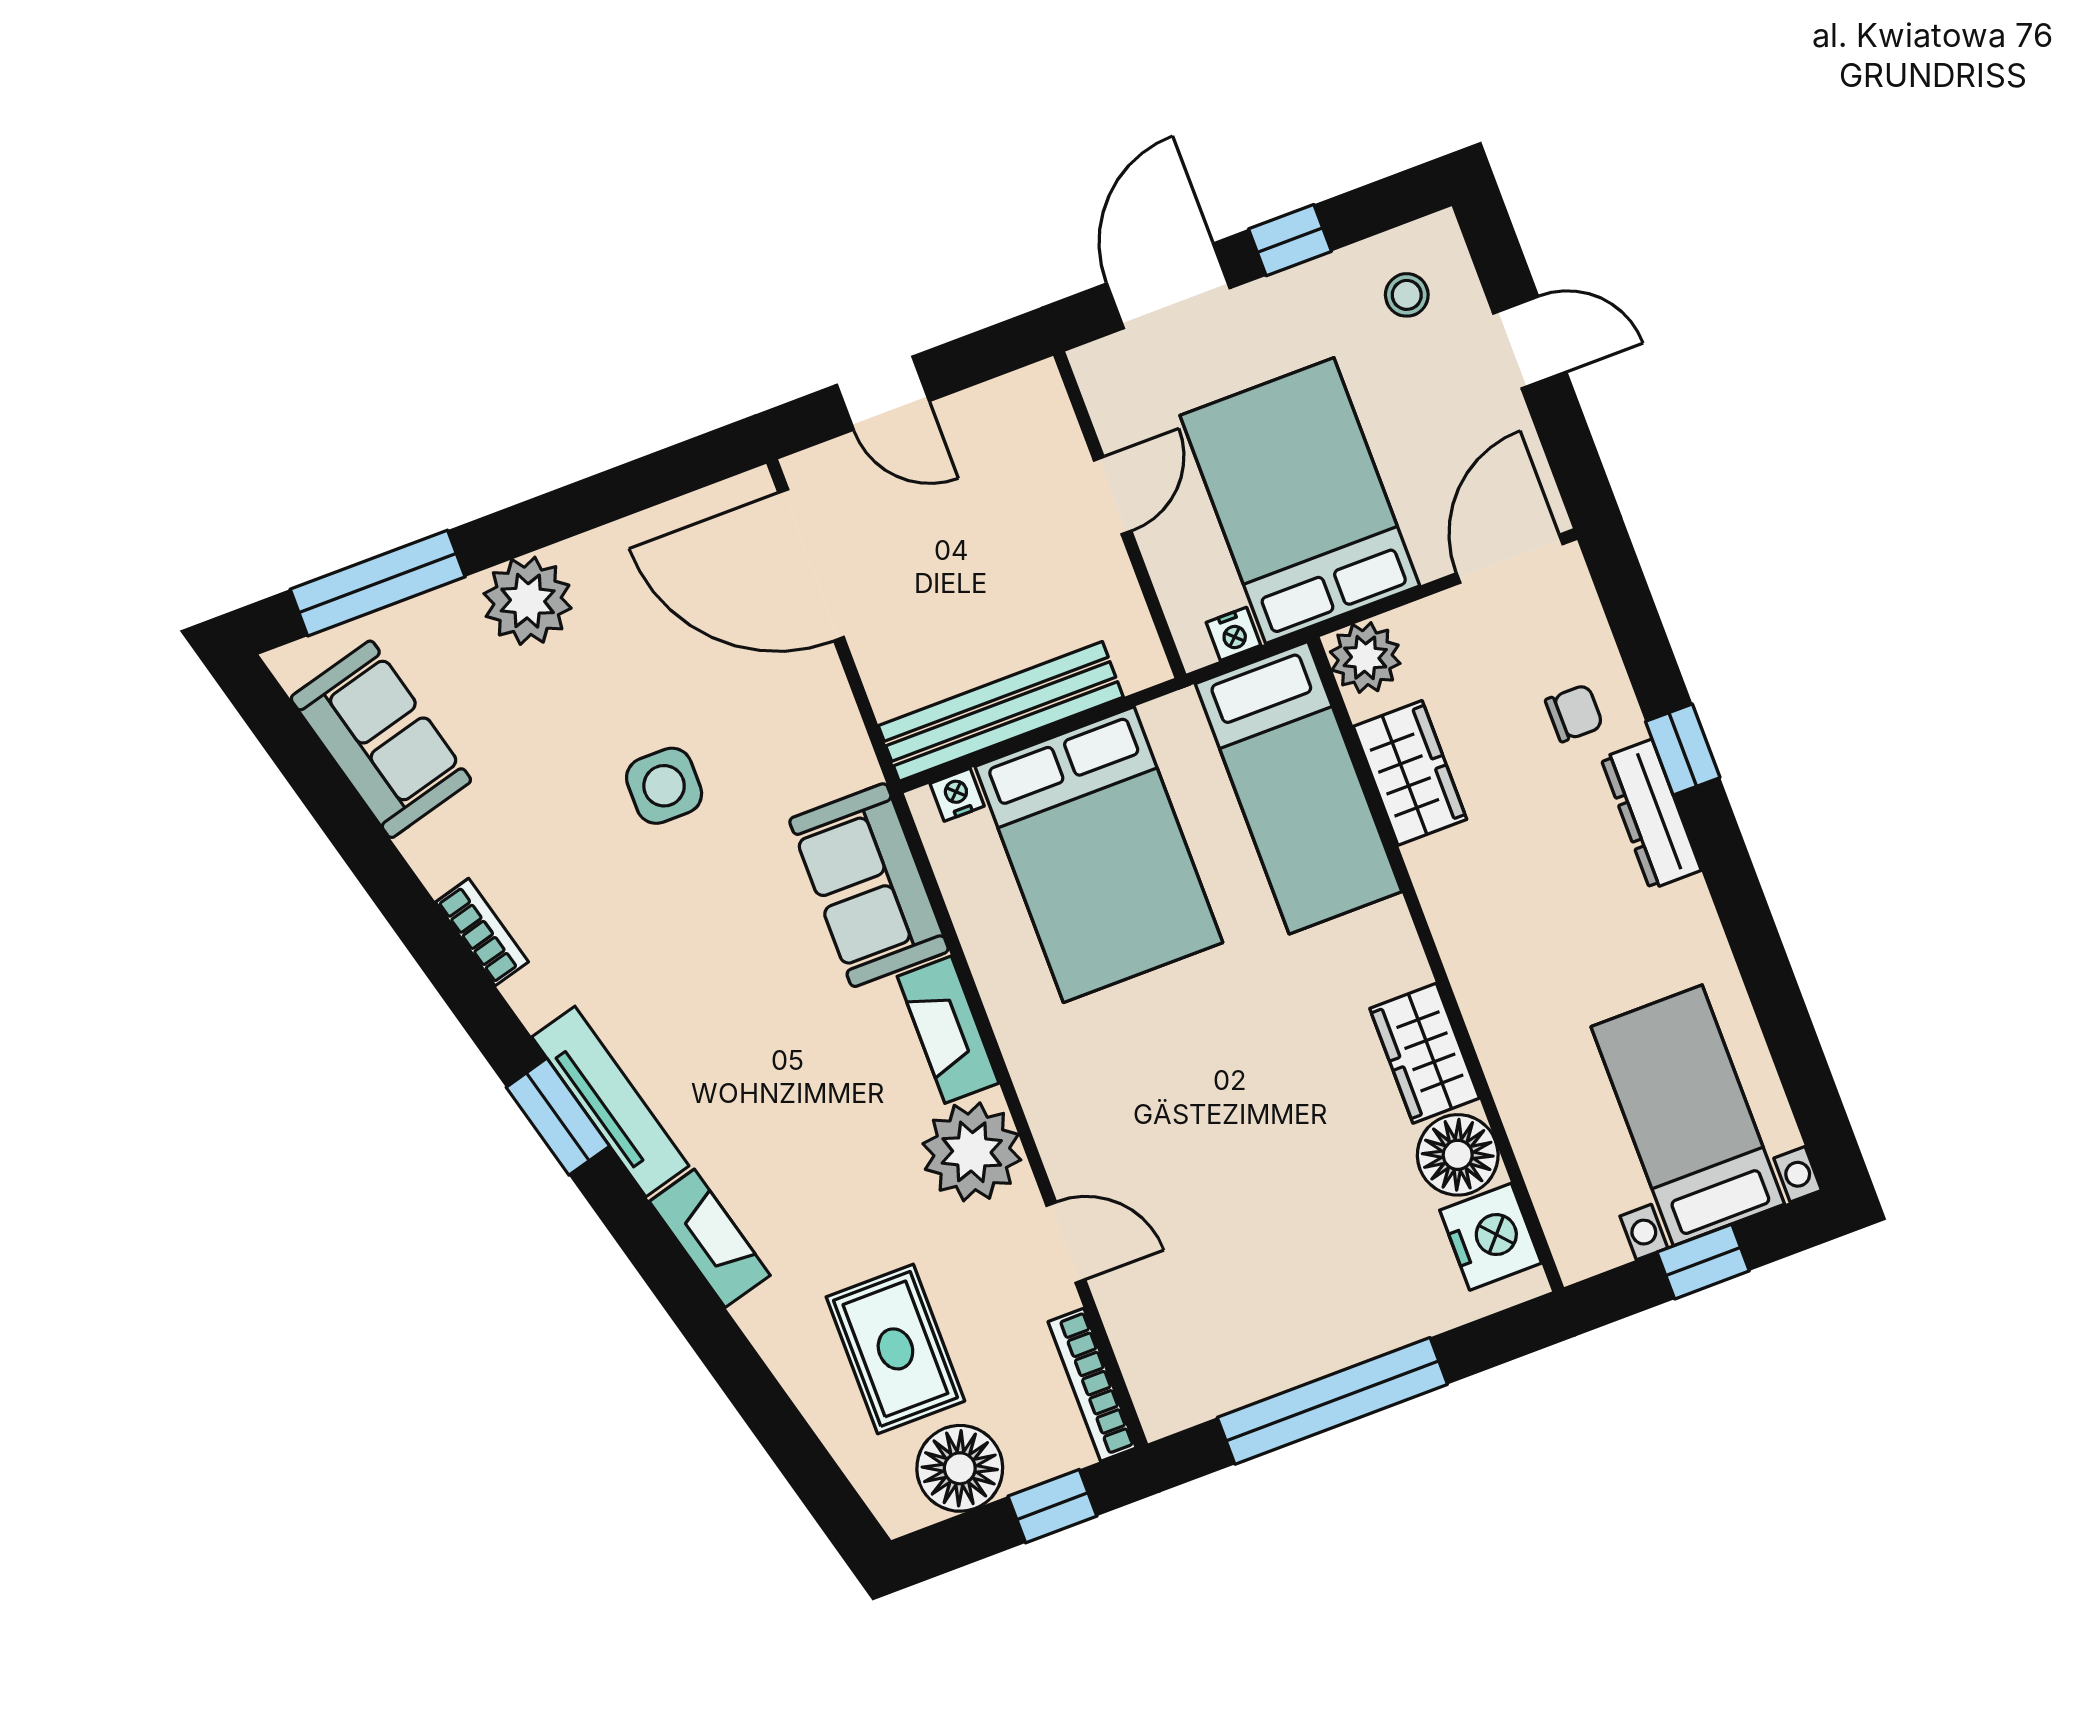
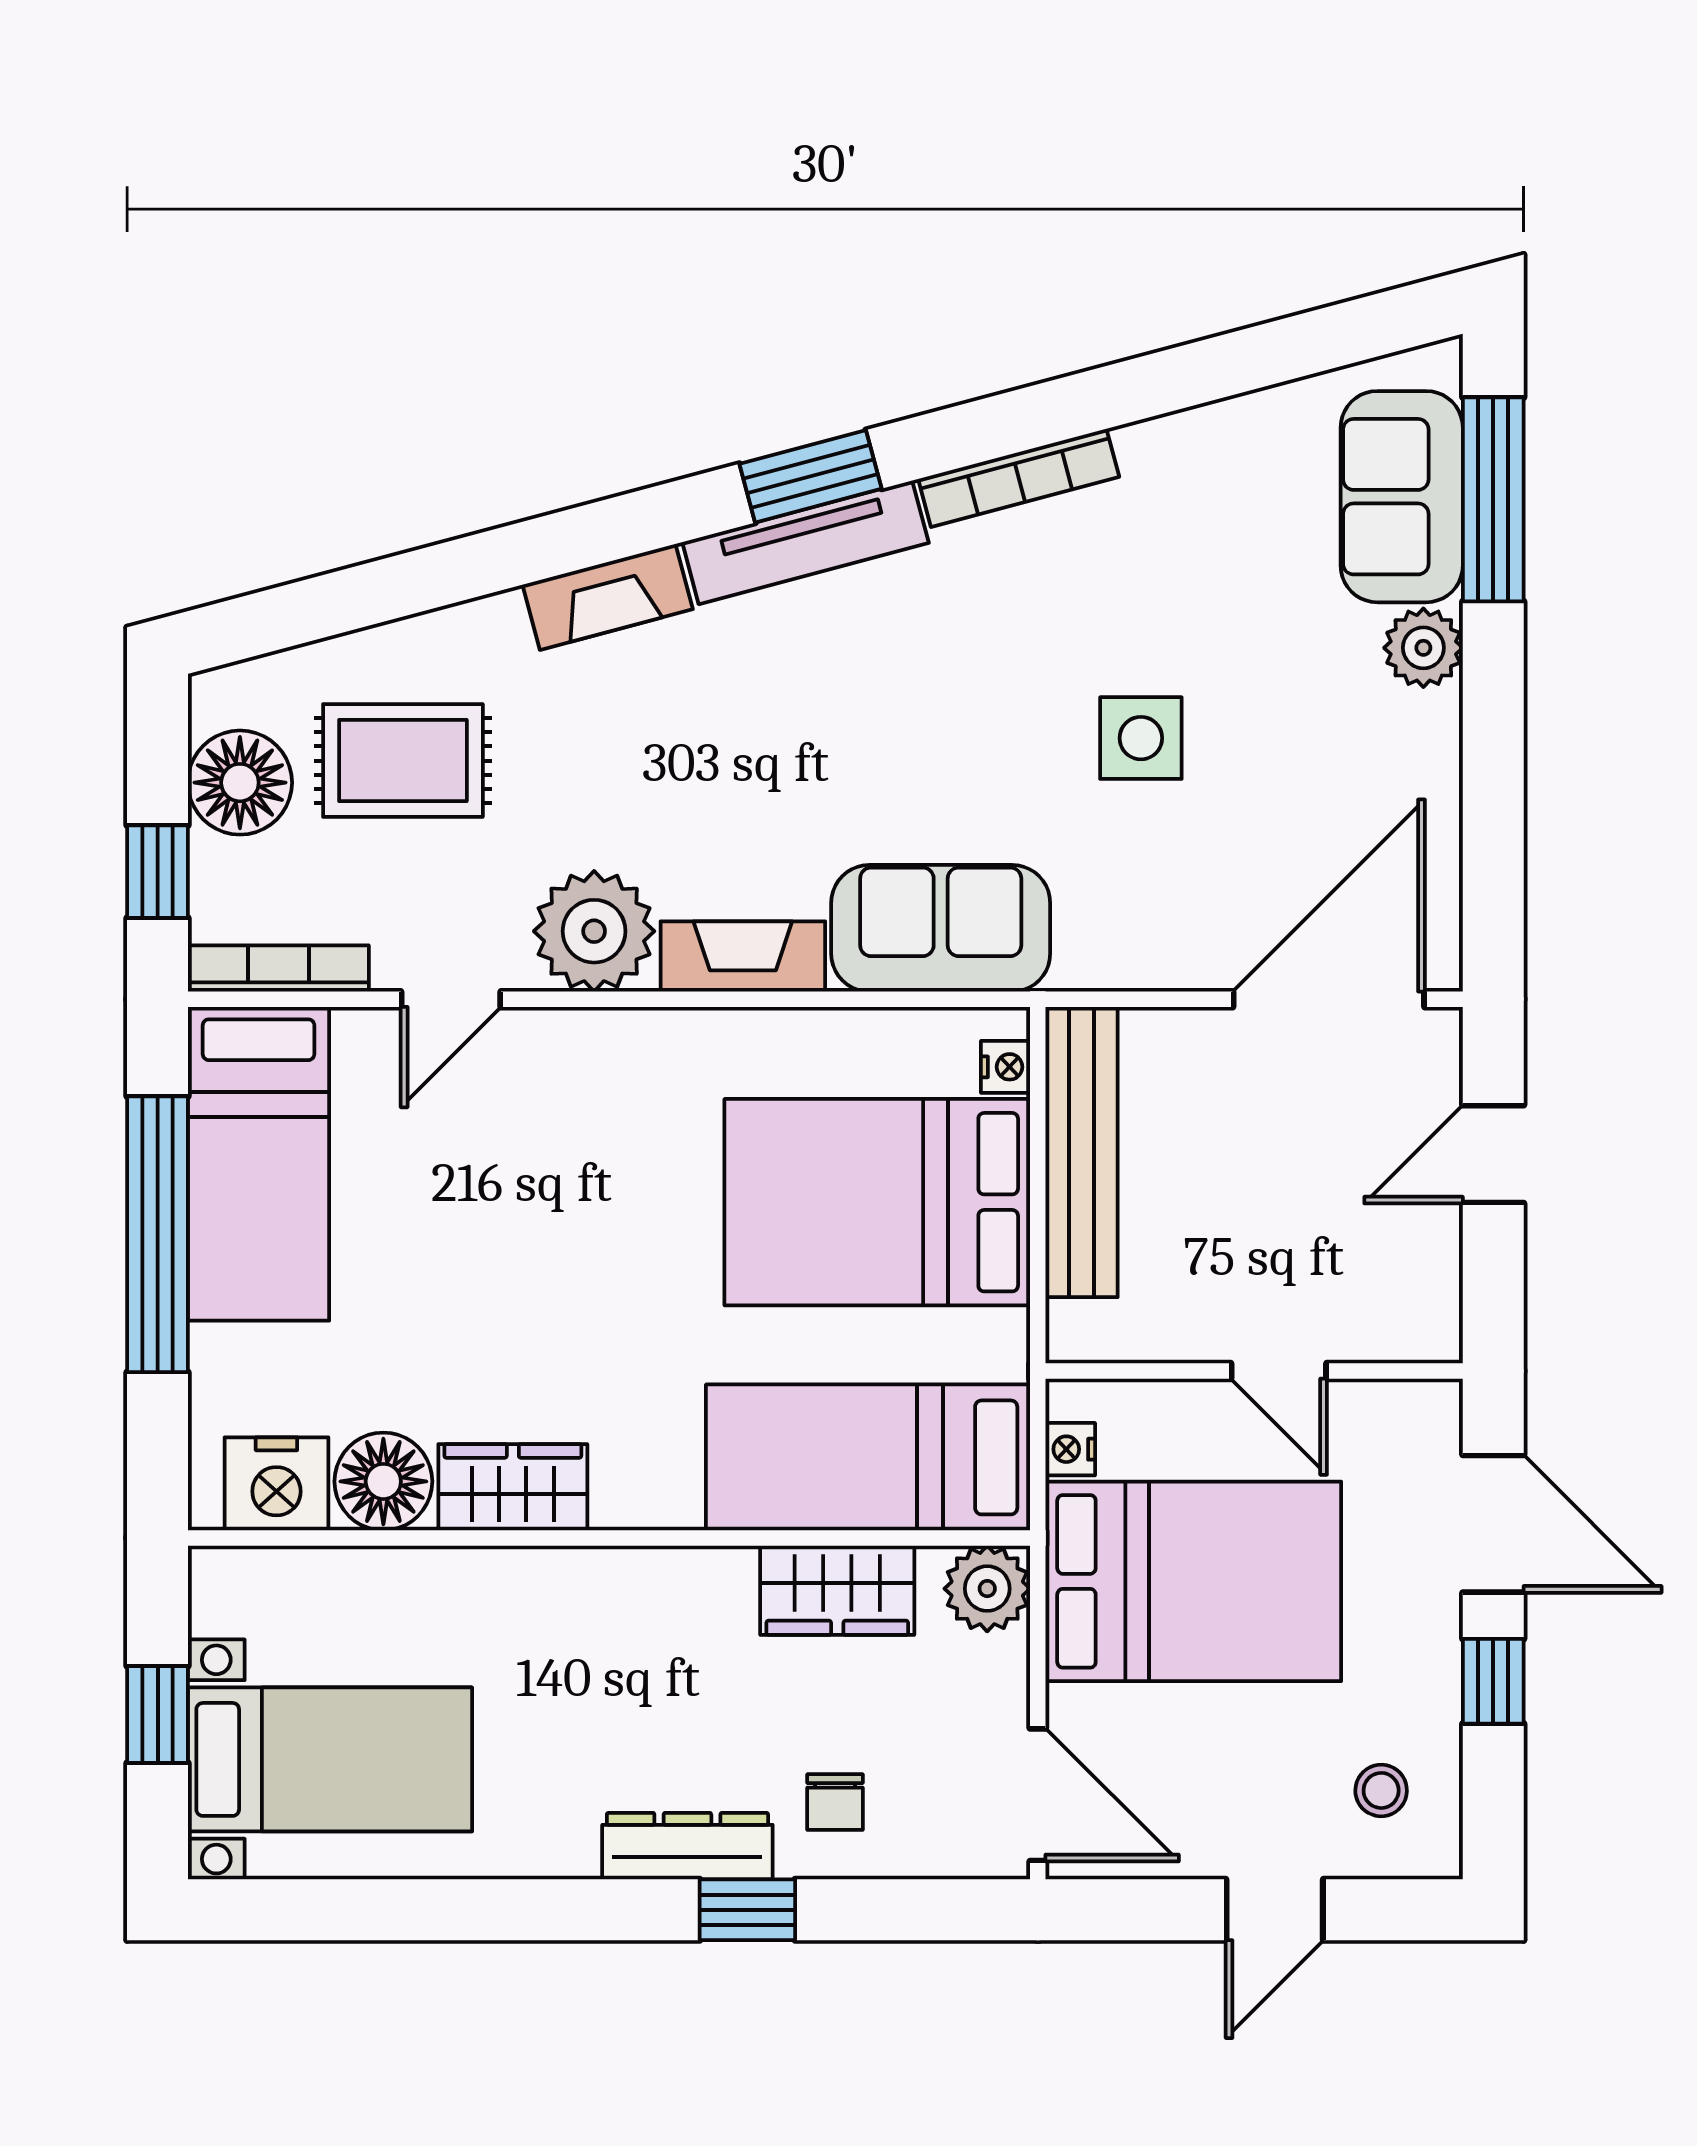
plant: (528, 601) -> (1423, 648), width x0.73, depth x0.73
sofa: (381, 739) -> (1402, 497), moved, turned 105
bookcase: (482, 932) -> (1019, 478), width x1.56
bed: (1249, 1343) -> (259, 1164), added

